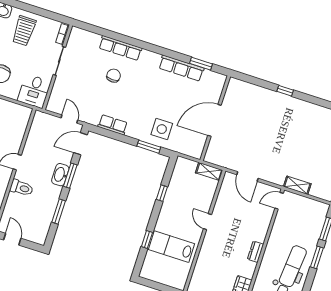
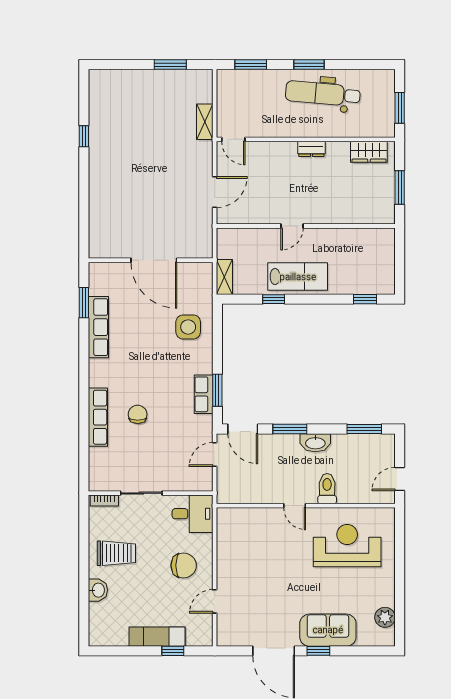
chair: (114, 76) -> (138, 414), turned 90
window: (285, 91) -> (84, 136), moved
window: (149, 147) -> (217, 390), moved
shelving: (209, 171) -> (224, 277), moved
washbasin: (60, 175) -> (315, 443), moved
window: (59, 211) -> (364, 429), moved
window: (147, 239) -> (365, 299), moved
lab bench: (172, 247) -> (298, 277), moved, turned -90
window: (317, 257) -> (309, 65), moved

